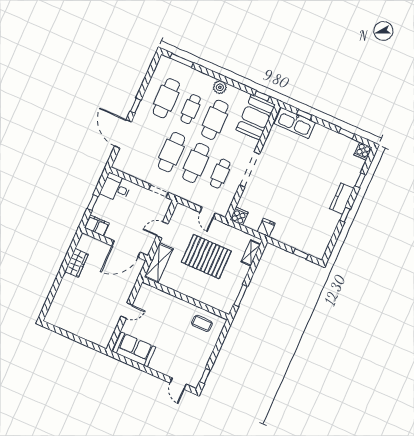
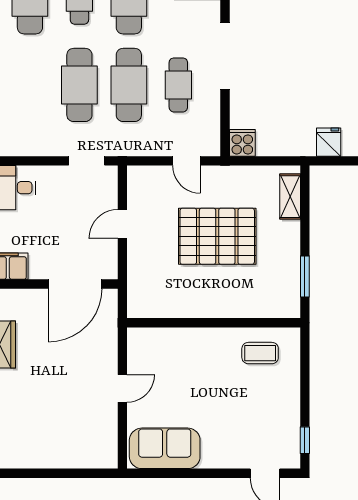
fridge: (266, 228) -> (329, 142), moved
shelving: (159, 263) -> (141, 283), removed

